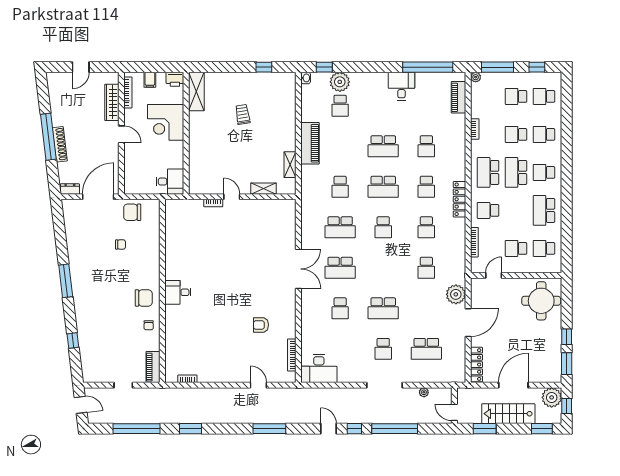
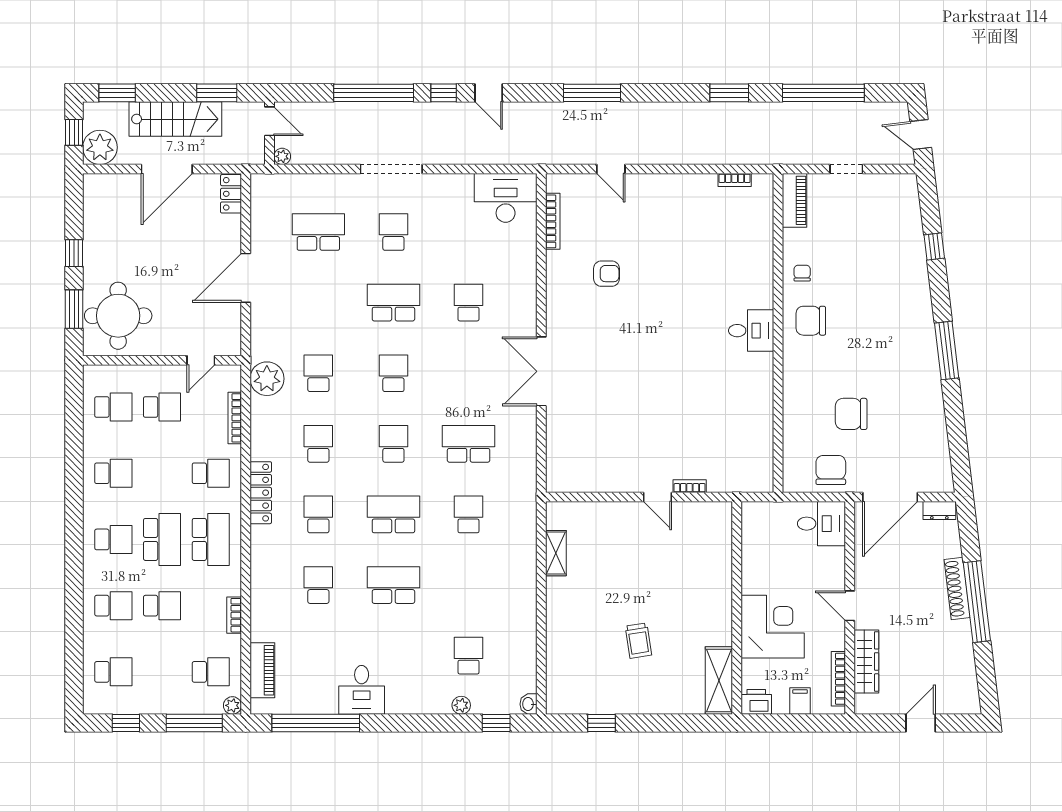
plant: (340, 82) -> (461, 705), width x0.53, depth x0.53
school desk: (516, 96) -> (211, 672), moved
piano: (310, 143) -> (521, 590), removed
desk: (170, 182) -> (821, 524), moved, turned 180
shelving: (264, 189) -> (602, 511), removed
school desk: (544, 210) -> (113, 473), width x0.54
chair: (132, 212) -> (831, 470), turned -90
chair: (121, 244) -> (851, 414), width x1.87, depth x1.87
school desk: (340, 268) -> (393, 373), moved, width x0.54
plant: (456, 294) -> (267, 379), moved
window: (567, 364) -> (74, 309), moved
locker: (476, 365) -> (231, 194), width x0.66
plant: (424, 392) -> (282, 156), moved

